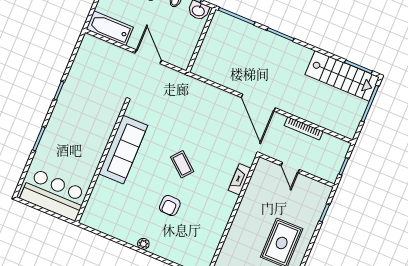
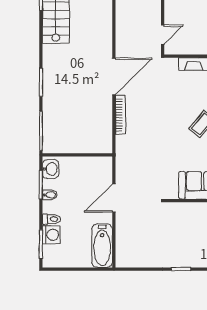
bookcase: (304, 128) -> (120, 115), moved
door: (290, 168) -> (163, 35), moved

